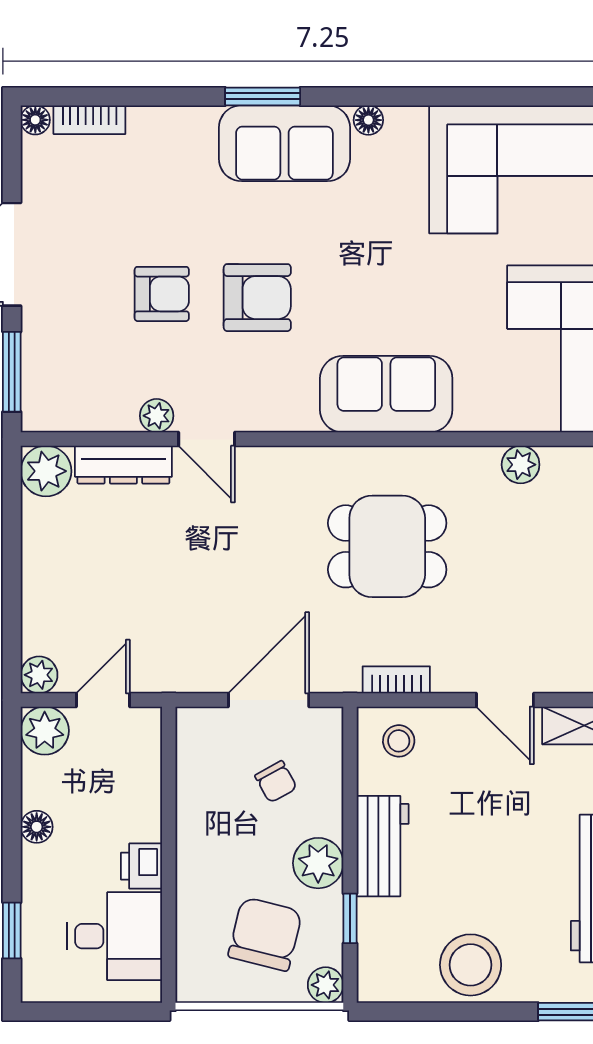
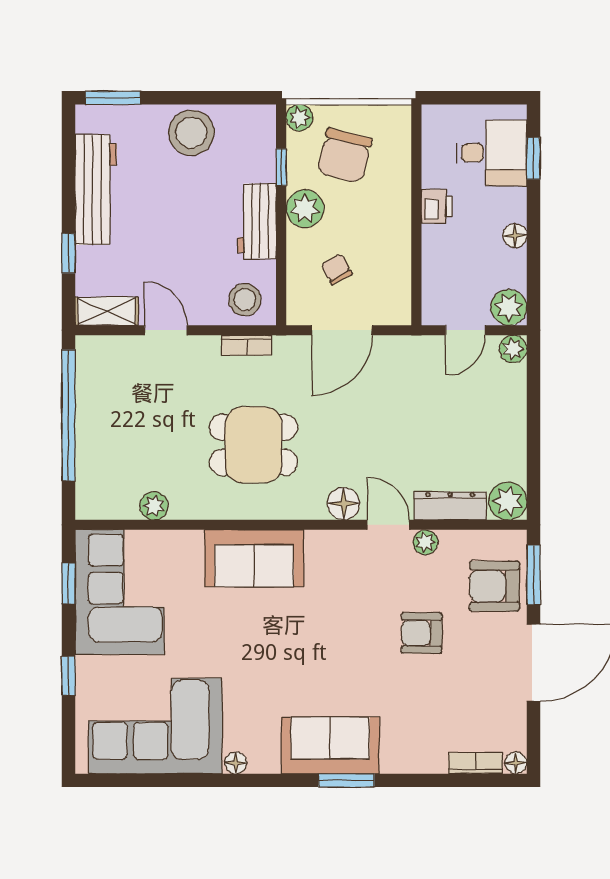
floor lamp: (368, 120) -> (236, 763), moved
armchair: (257, 298) -> (495, 586), moved
floor lamp: (266, 467) -> (344, 504), added
stool: (399, 741) -> (245, 300), width x1.37, depth x1.37
desk: (115, 936) -> (492, 153), moved, turned 180

